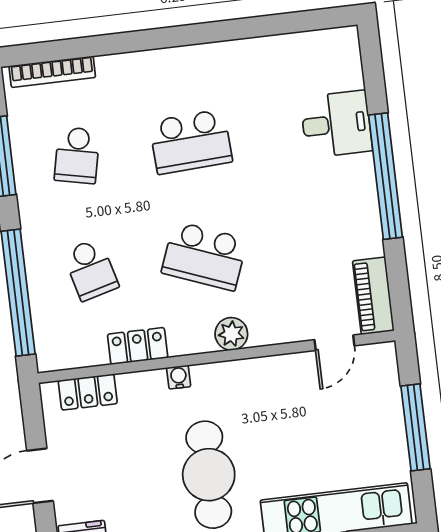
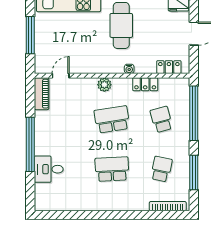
school desk: (204, 256) -> (112, 119), turned -30

